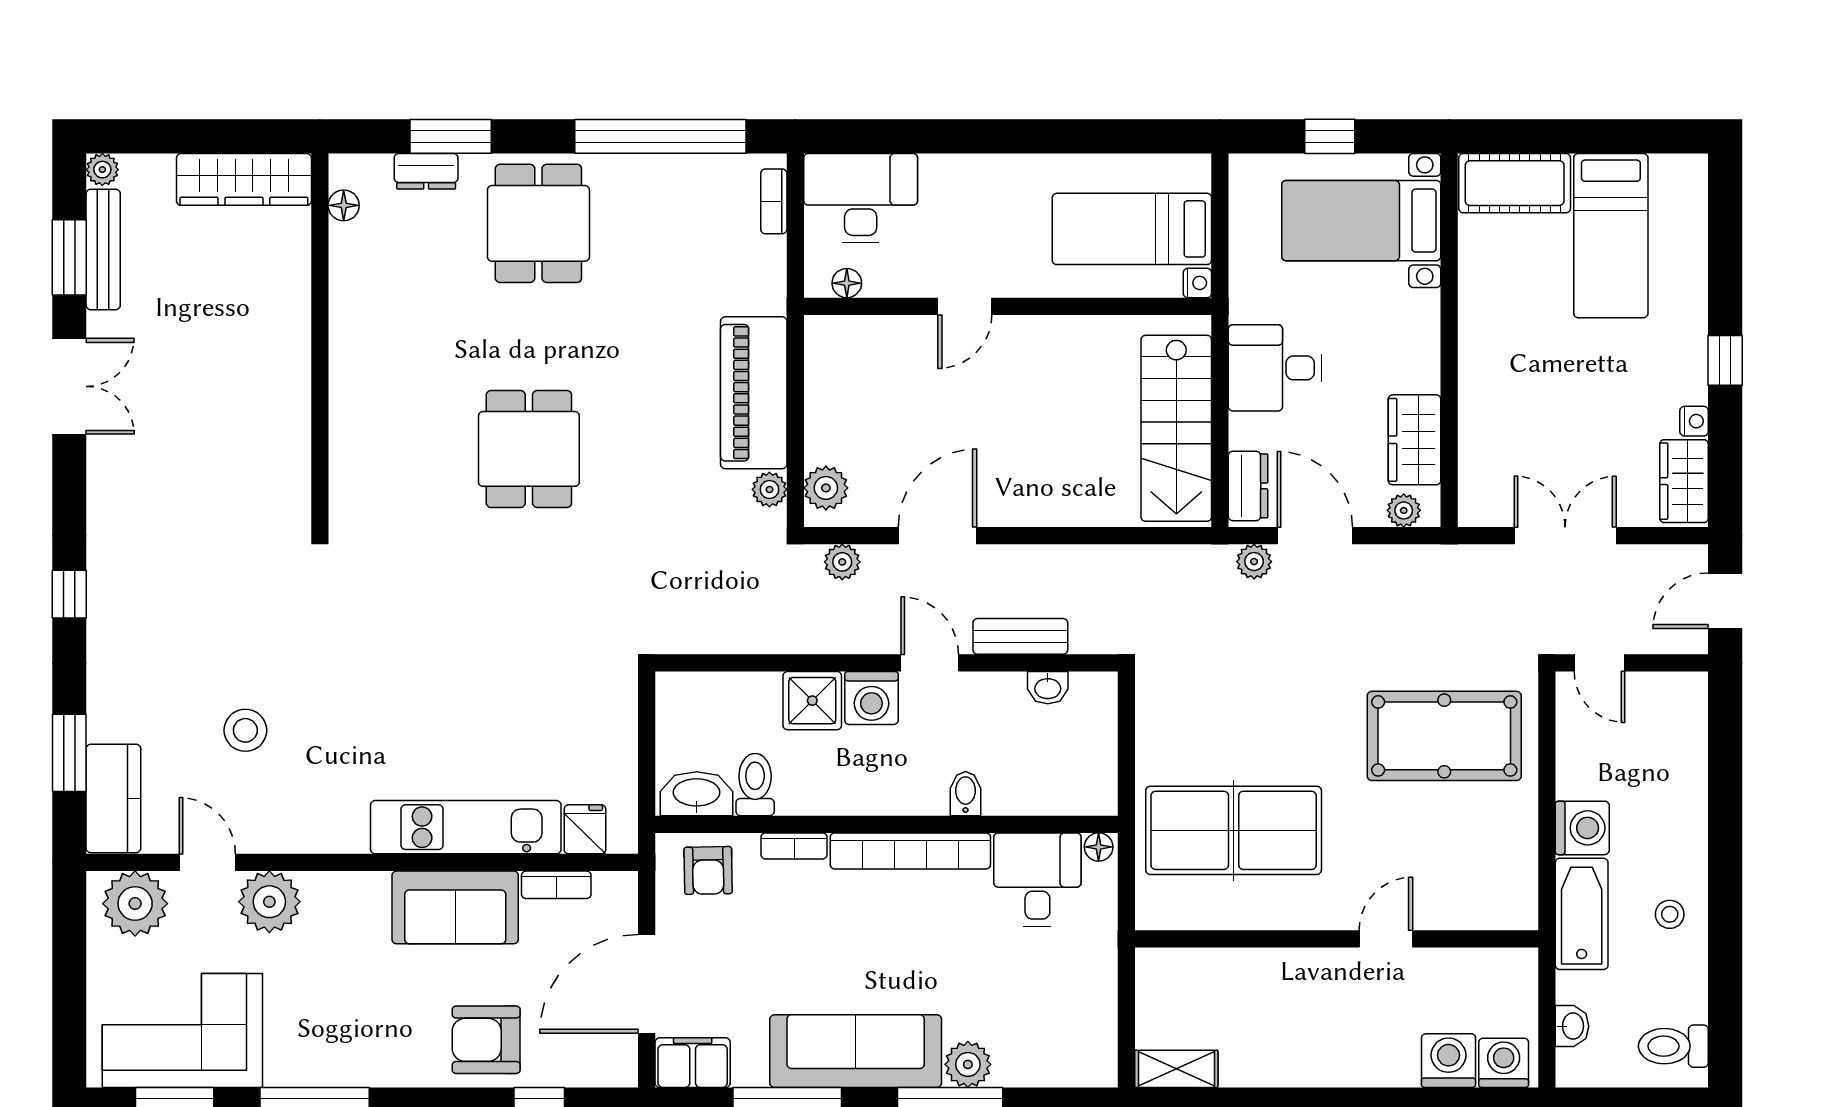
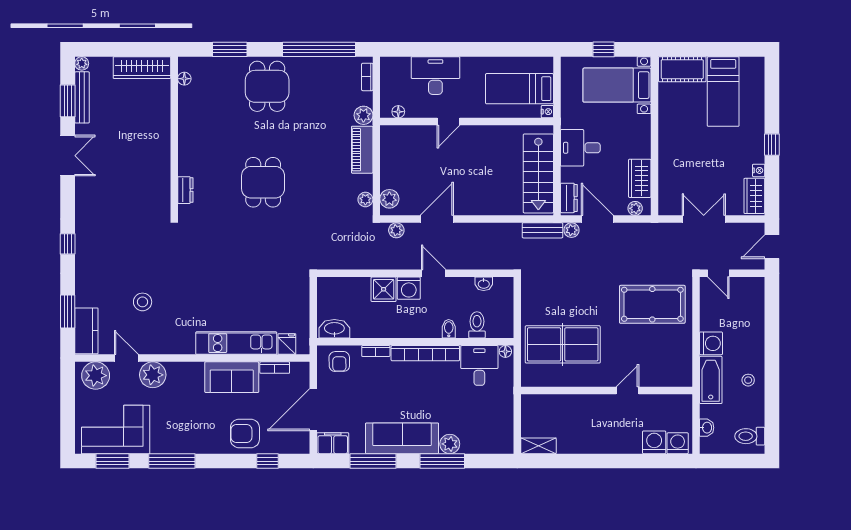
dresser: (426, 171) -> (185, 190), moved, turned -90
desk: (861, 198) -> (435, 76), moved
plant: (765, 292) -> (363, 115), added
piano: (754, 393) -> (362, 150), width x0.73, depth x0.75
bench: (1020, 636) -> (542, 230), moved
toilet: (755, 785) -> (477, 325), moved

